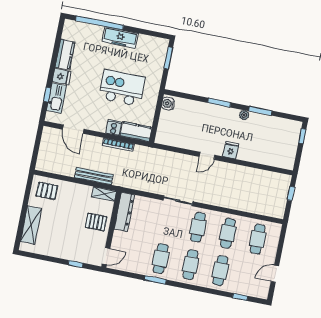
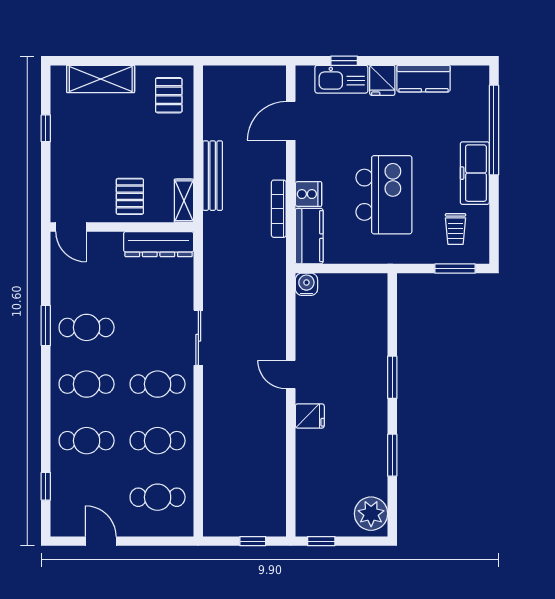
trolley: (148, 54) -> (456, 229), added
water cooler: (168, 104) -> (306, 284), moved
plant: (244, 115) -> (371, 514), moved, width x1.87, depth x1.87
window: (302, 136) -> (321, 541), moved
window: (76, 264) -> (46, 128), moved

